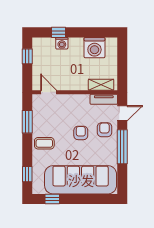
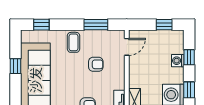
window: (90, 32) -> (189, 90), added
armchair: (81, 133) -> (96, 64), moved
window: (52, 199) -> (15, 66), moved

